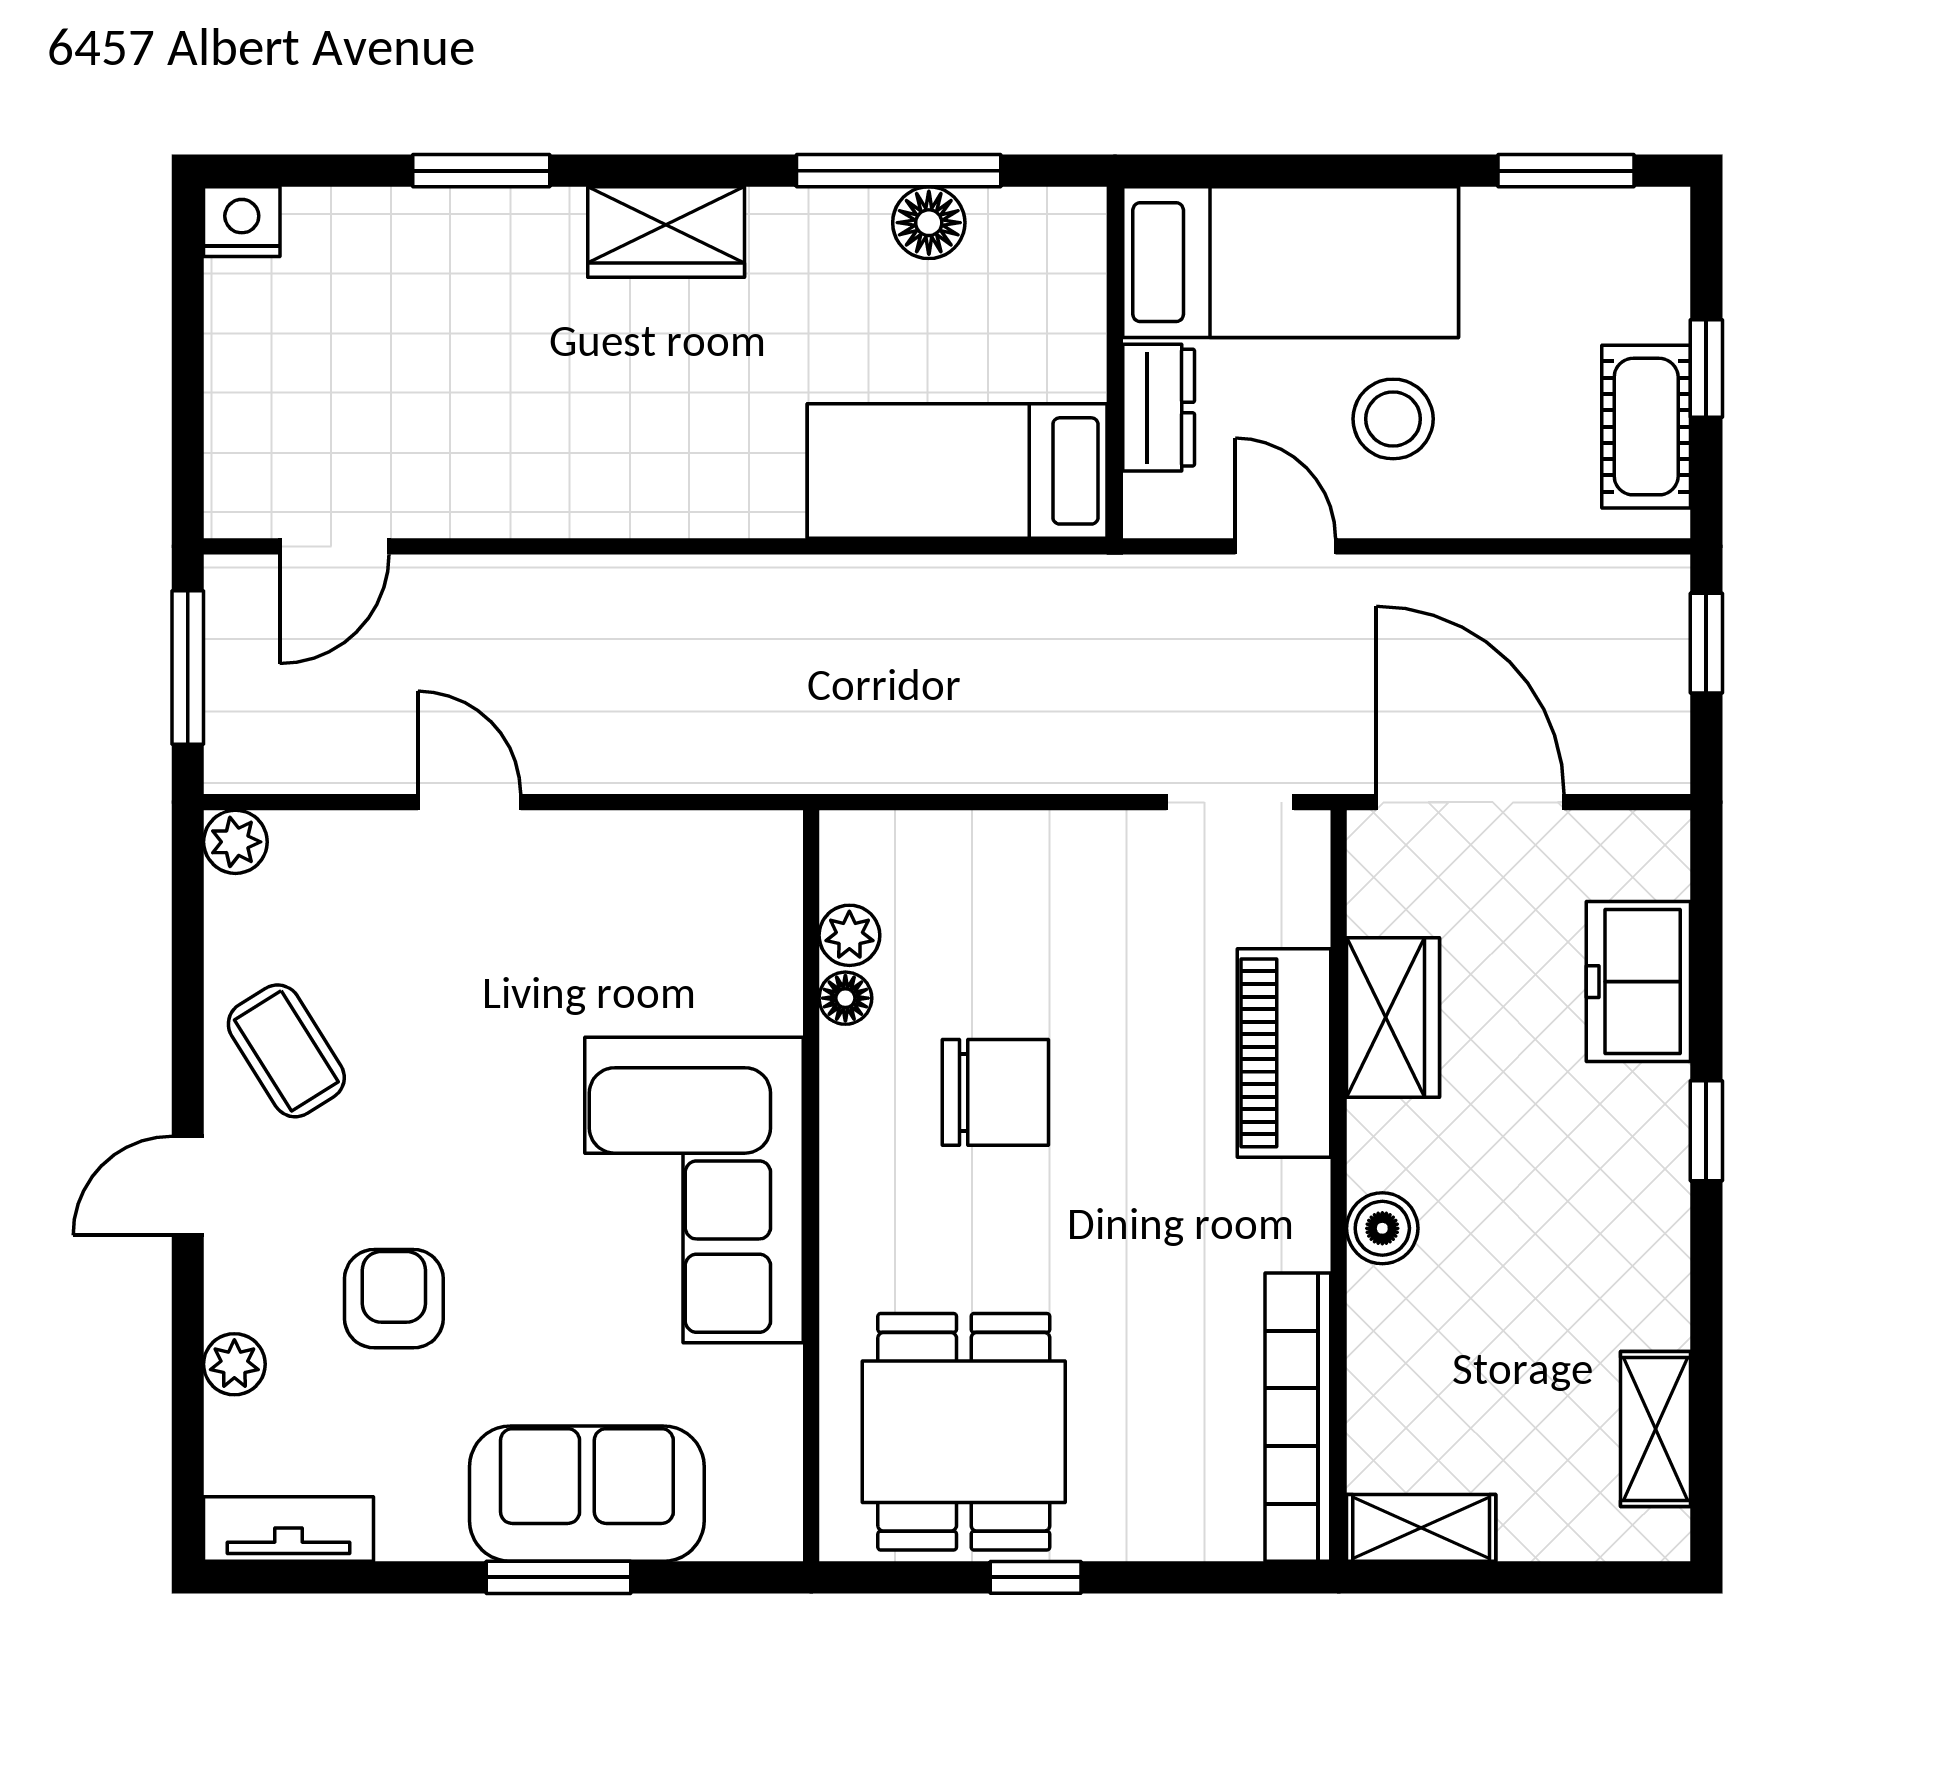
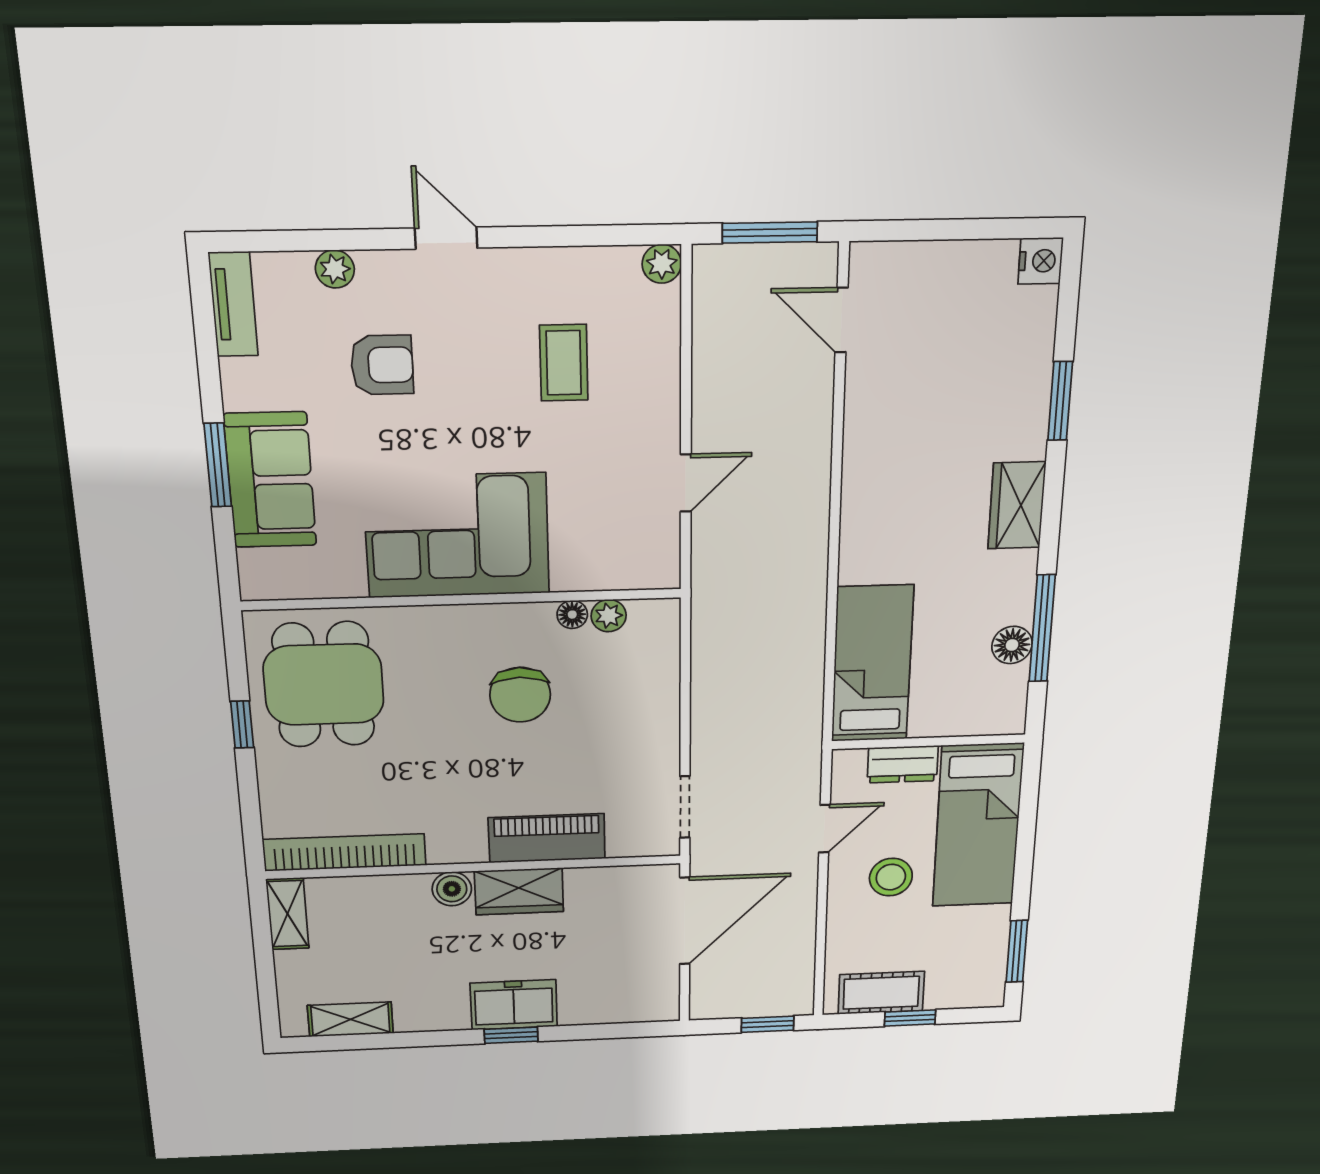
door: (469, 802) -> (686, 483), moved
freezer: (1638, 982) -> (514, 1005), moved
wardrobe: (1393, 1018) -> (519, 891), moved
coffee table: (286, 1051) -> (564, 363), moved, turned -58
dining table: (964, 1432) -> (324, 685), turned 90

